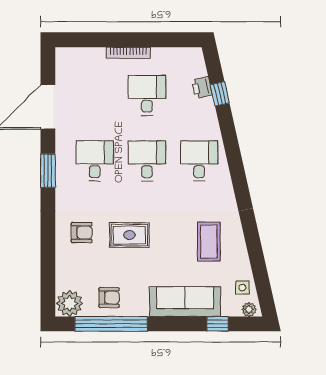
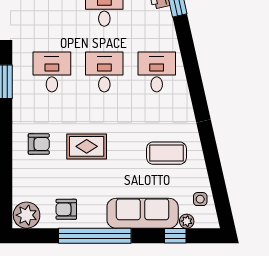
coffee table: (209, 242) -> (166, 153), turned 90
armchair: (109, 298) -> (66, 209), turned 180
plant: (249, 309) -> (187, 221), moved
window: (111, 324) -> (95, 236), moved

